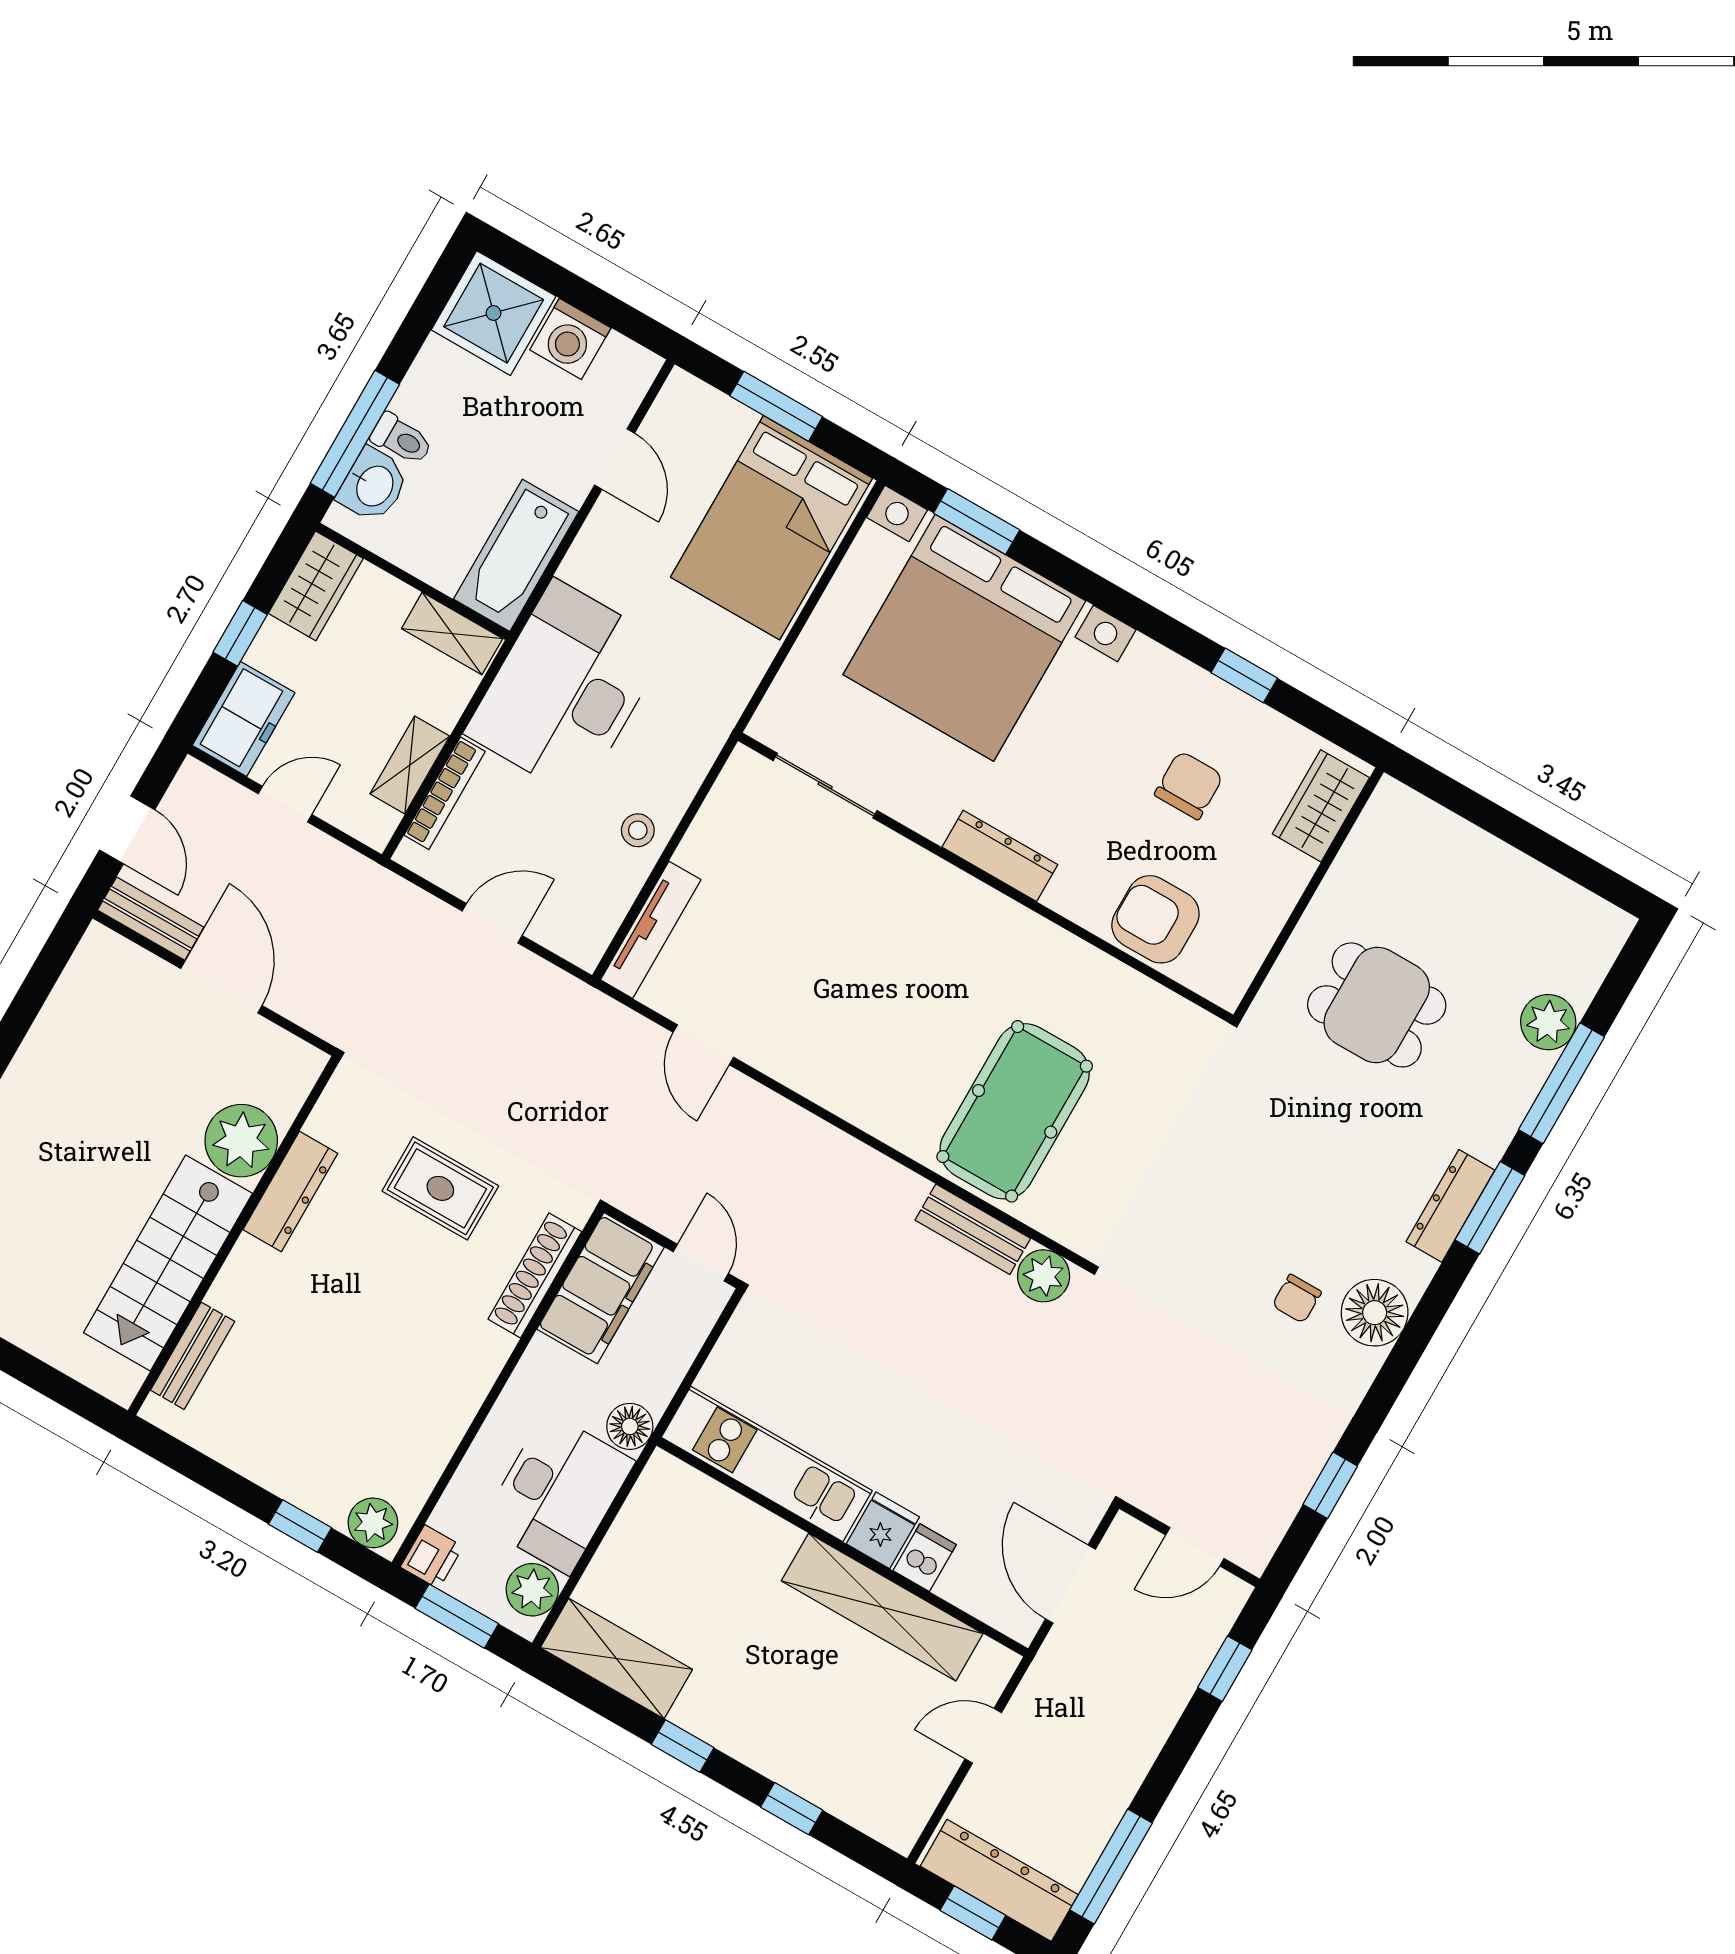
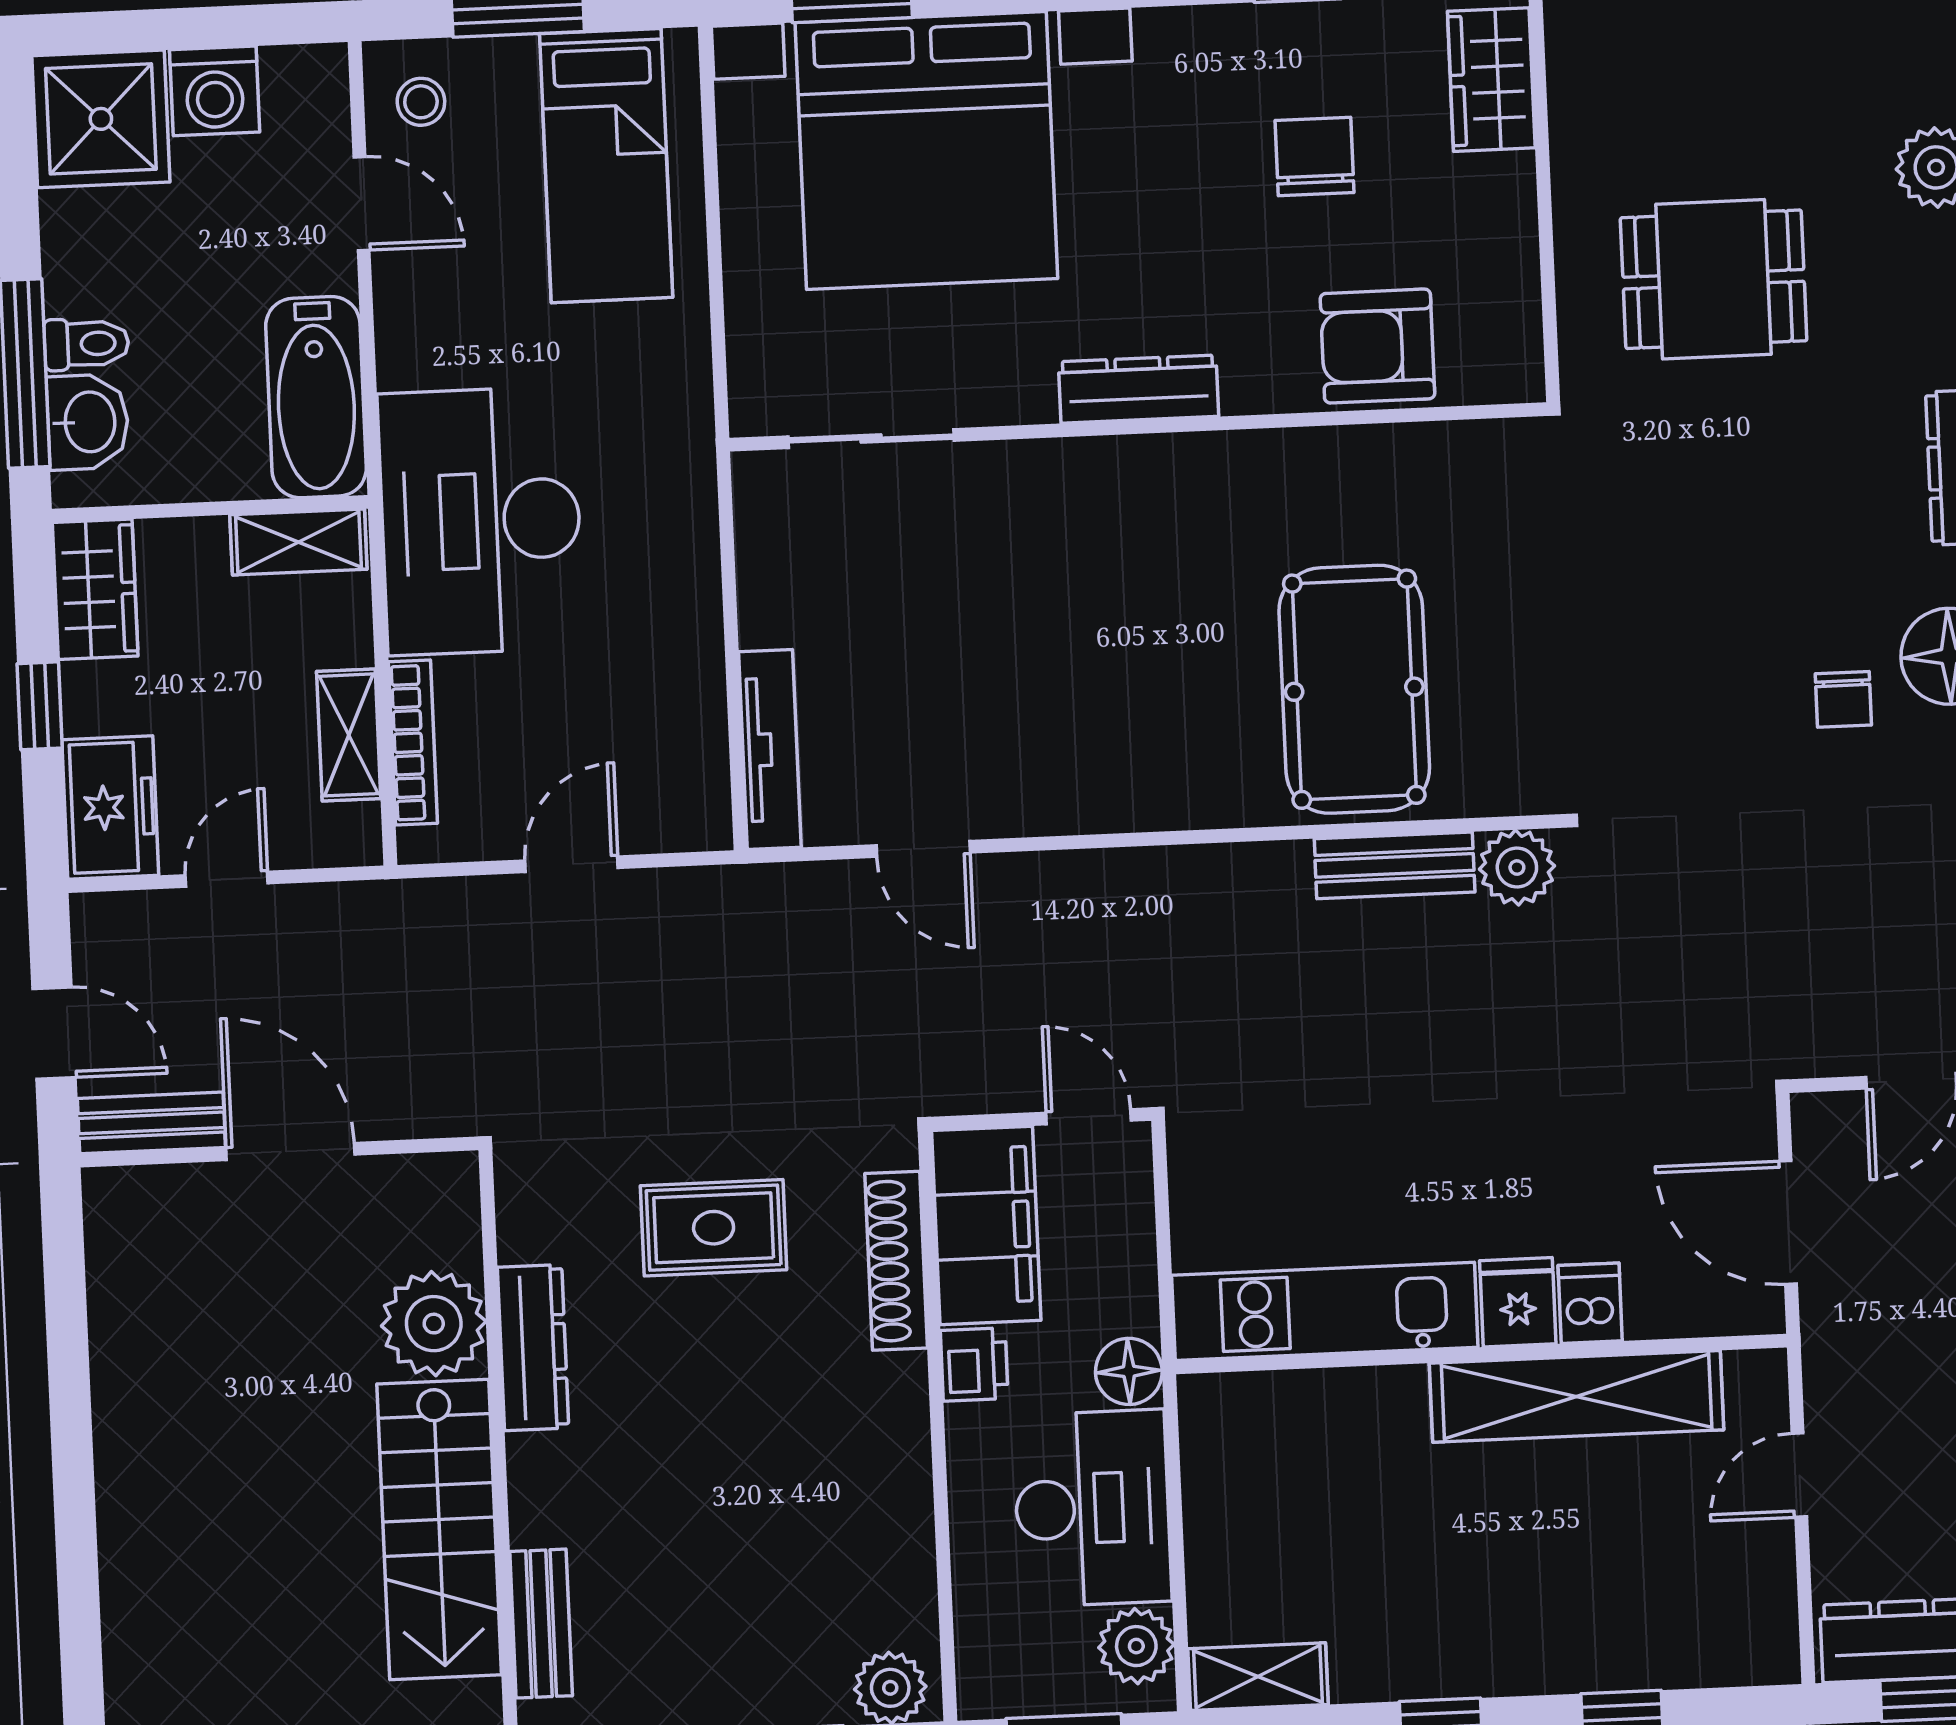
bed: (772, 528) -> (606, 166), width x0.67
stool: (638, 830) -> (421, 102), moved
printer: (432, 1557) -> (974, 1364), moved
shelving: (616, 1658) -> (1258, 1677), width x0.67, depth x0.75

